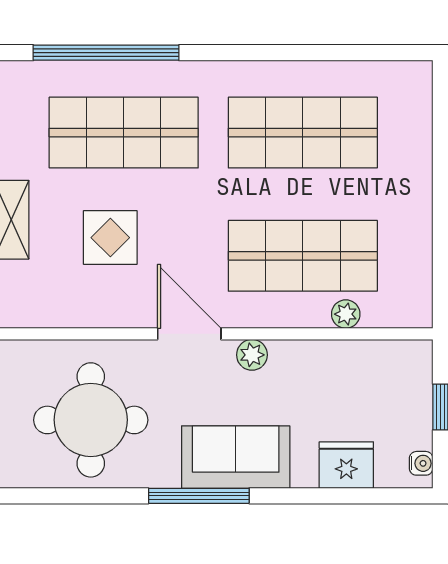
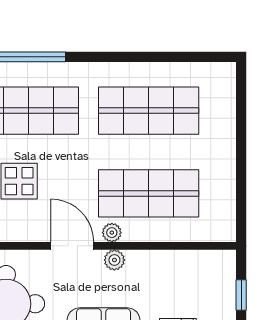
plant: (346, 314) -> (112, 233), moved

